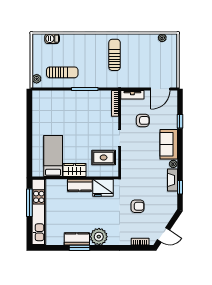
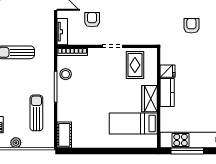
plant: (37, 79) -> (16, 143), moved
cot: (43, 96) -> (64, 135), added
stool: (96, 98) -> (66, 74), added
fridge: (103, 188) -> (168, 71), width x0.53, depth x0.75

